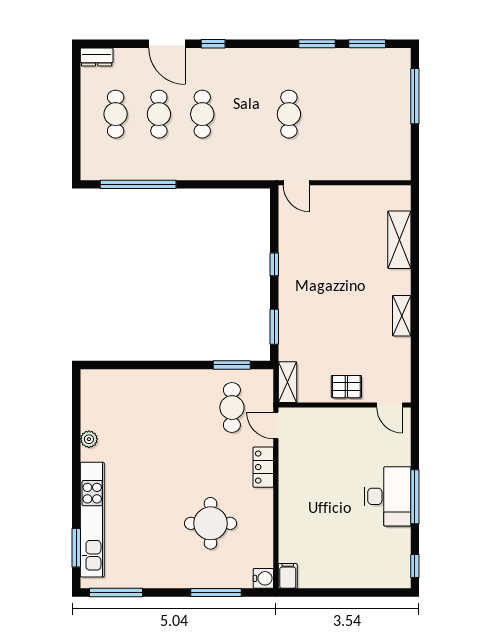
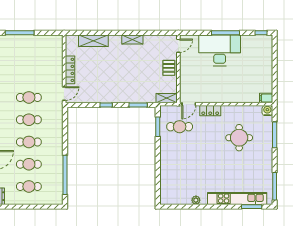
cafe table: (246, 114) -> (29, 120), added
locker: (342, 194) -> (70, 70), added
desk: (388, 496) -> (220, 50), width x1.36, depth x1.30

